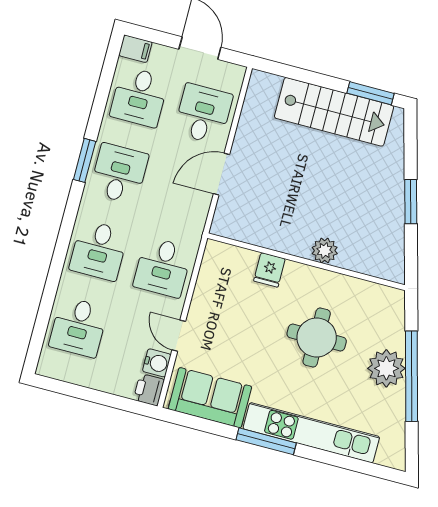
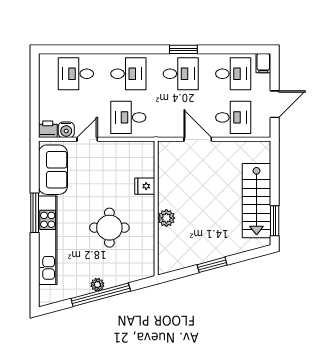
desk: (139, 97) -> (233, 74), turned 180
desk: (99, 250) -> (128, 74), turned 180
plant: (386, 368) -> (97, 285), width x0.53, depth x0.53

